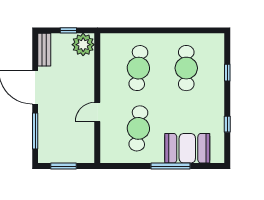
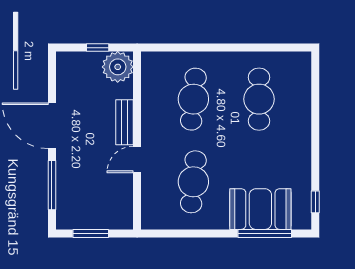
bench: (44, 50) -> (125, 122), moved
window: (227, 73) -> (315, 105), removed
window: (227, 124) -> (315, 202), moved
window: (170, 166) -> (265, 233), moved

